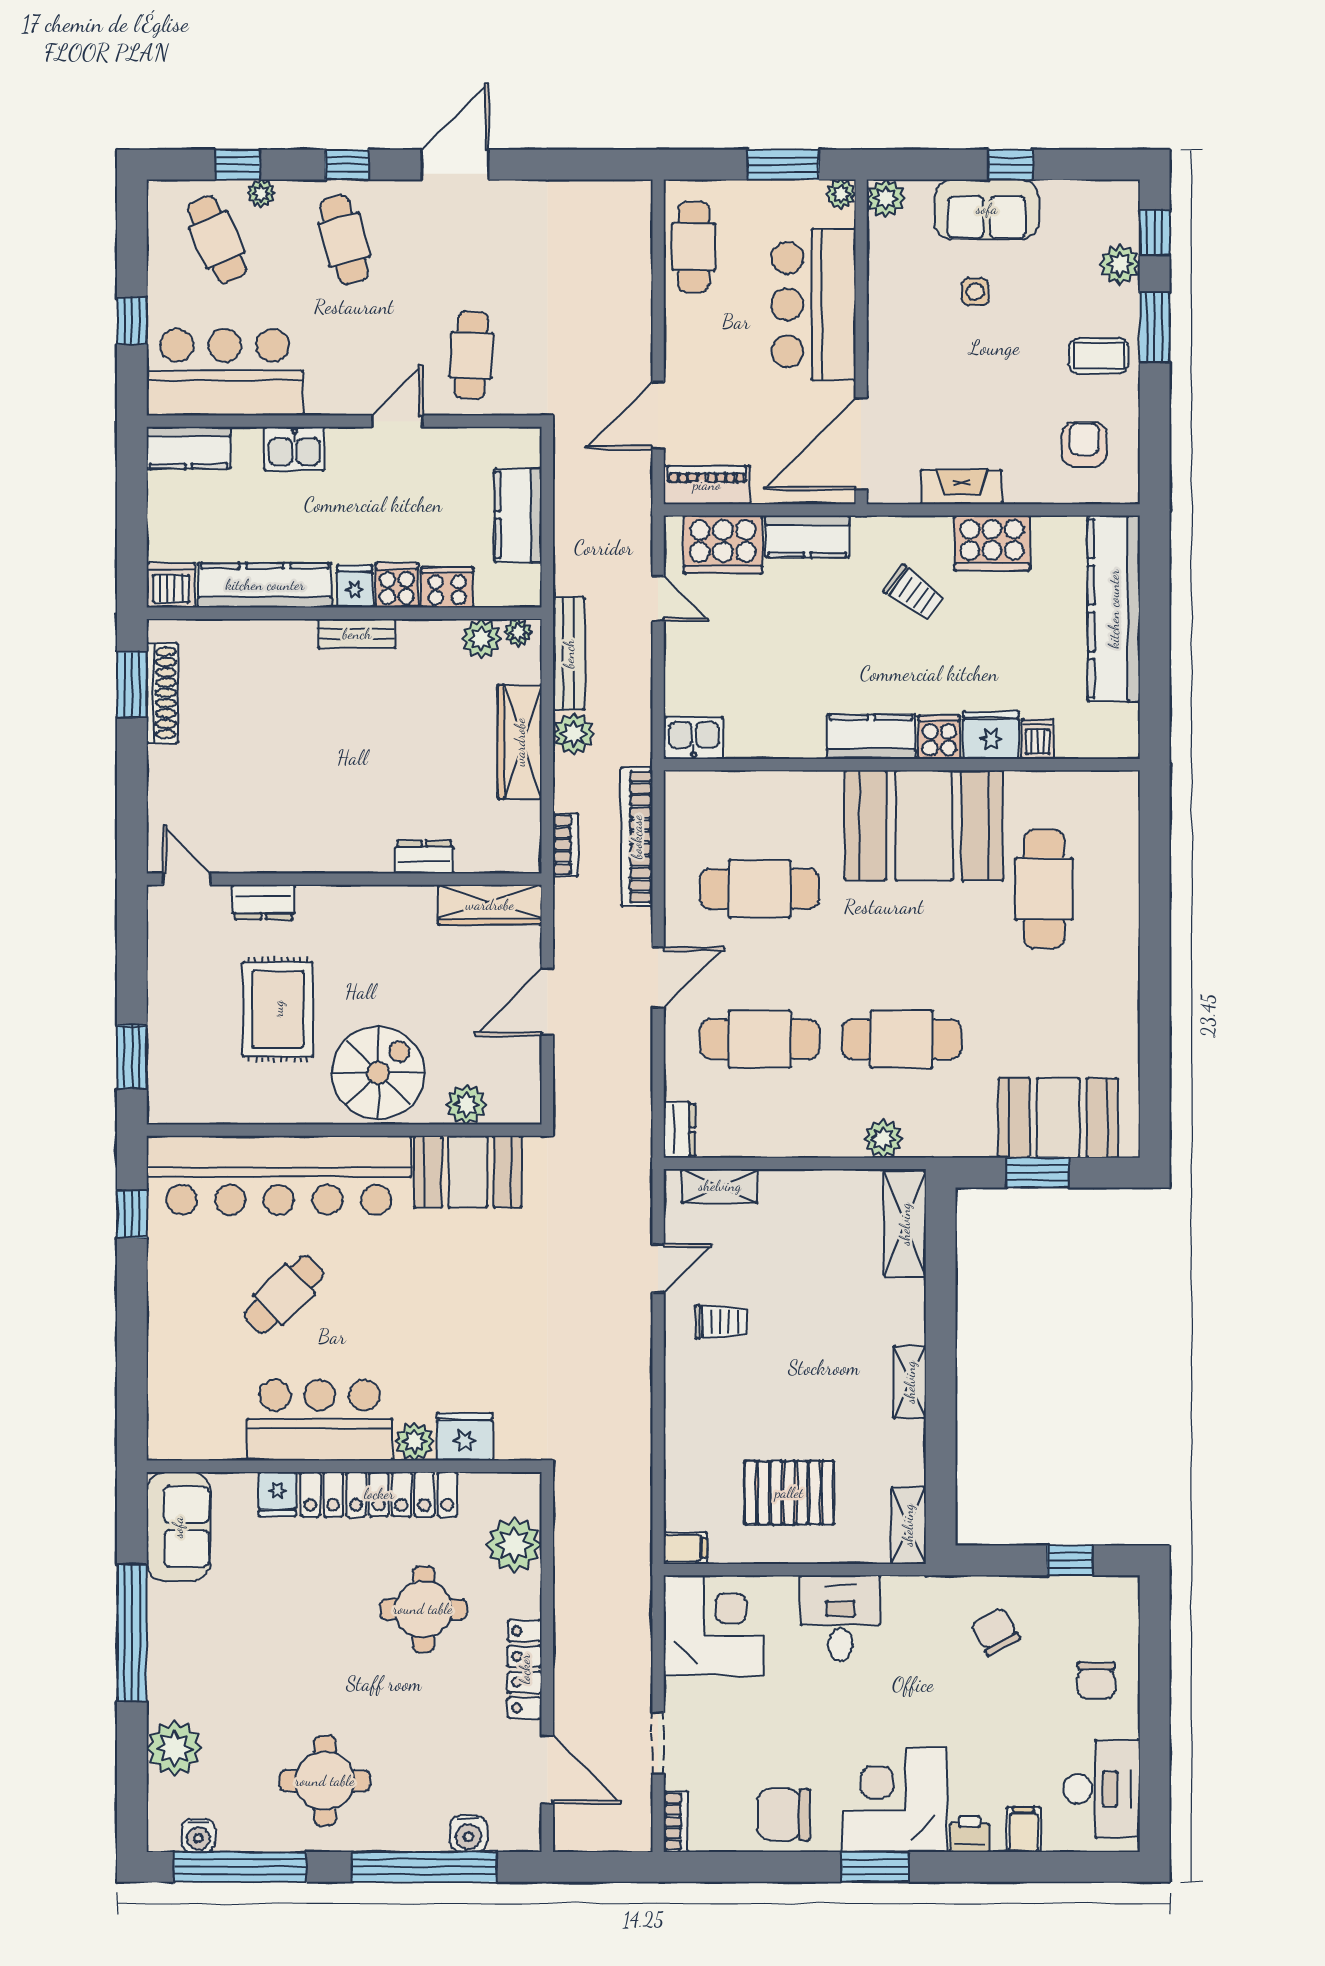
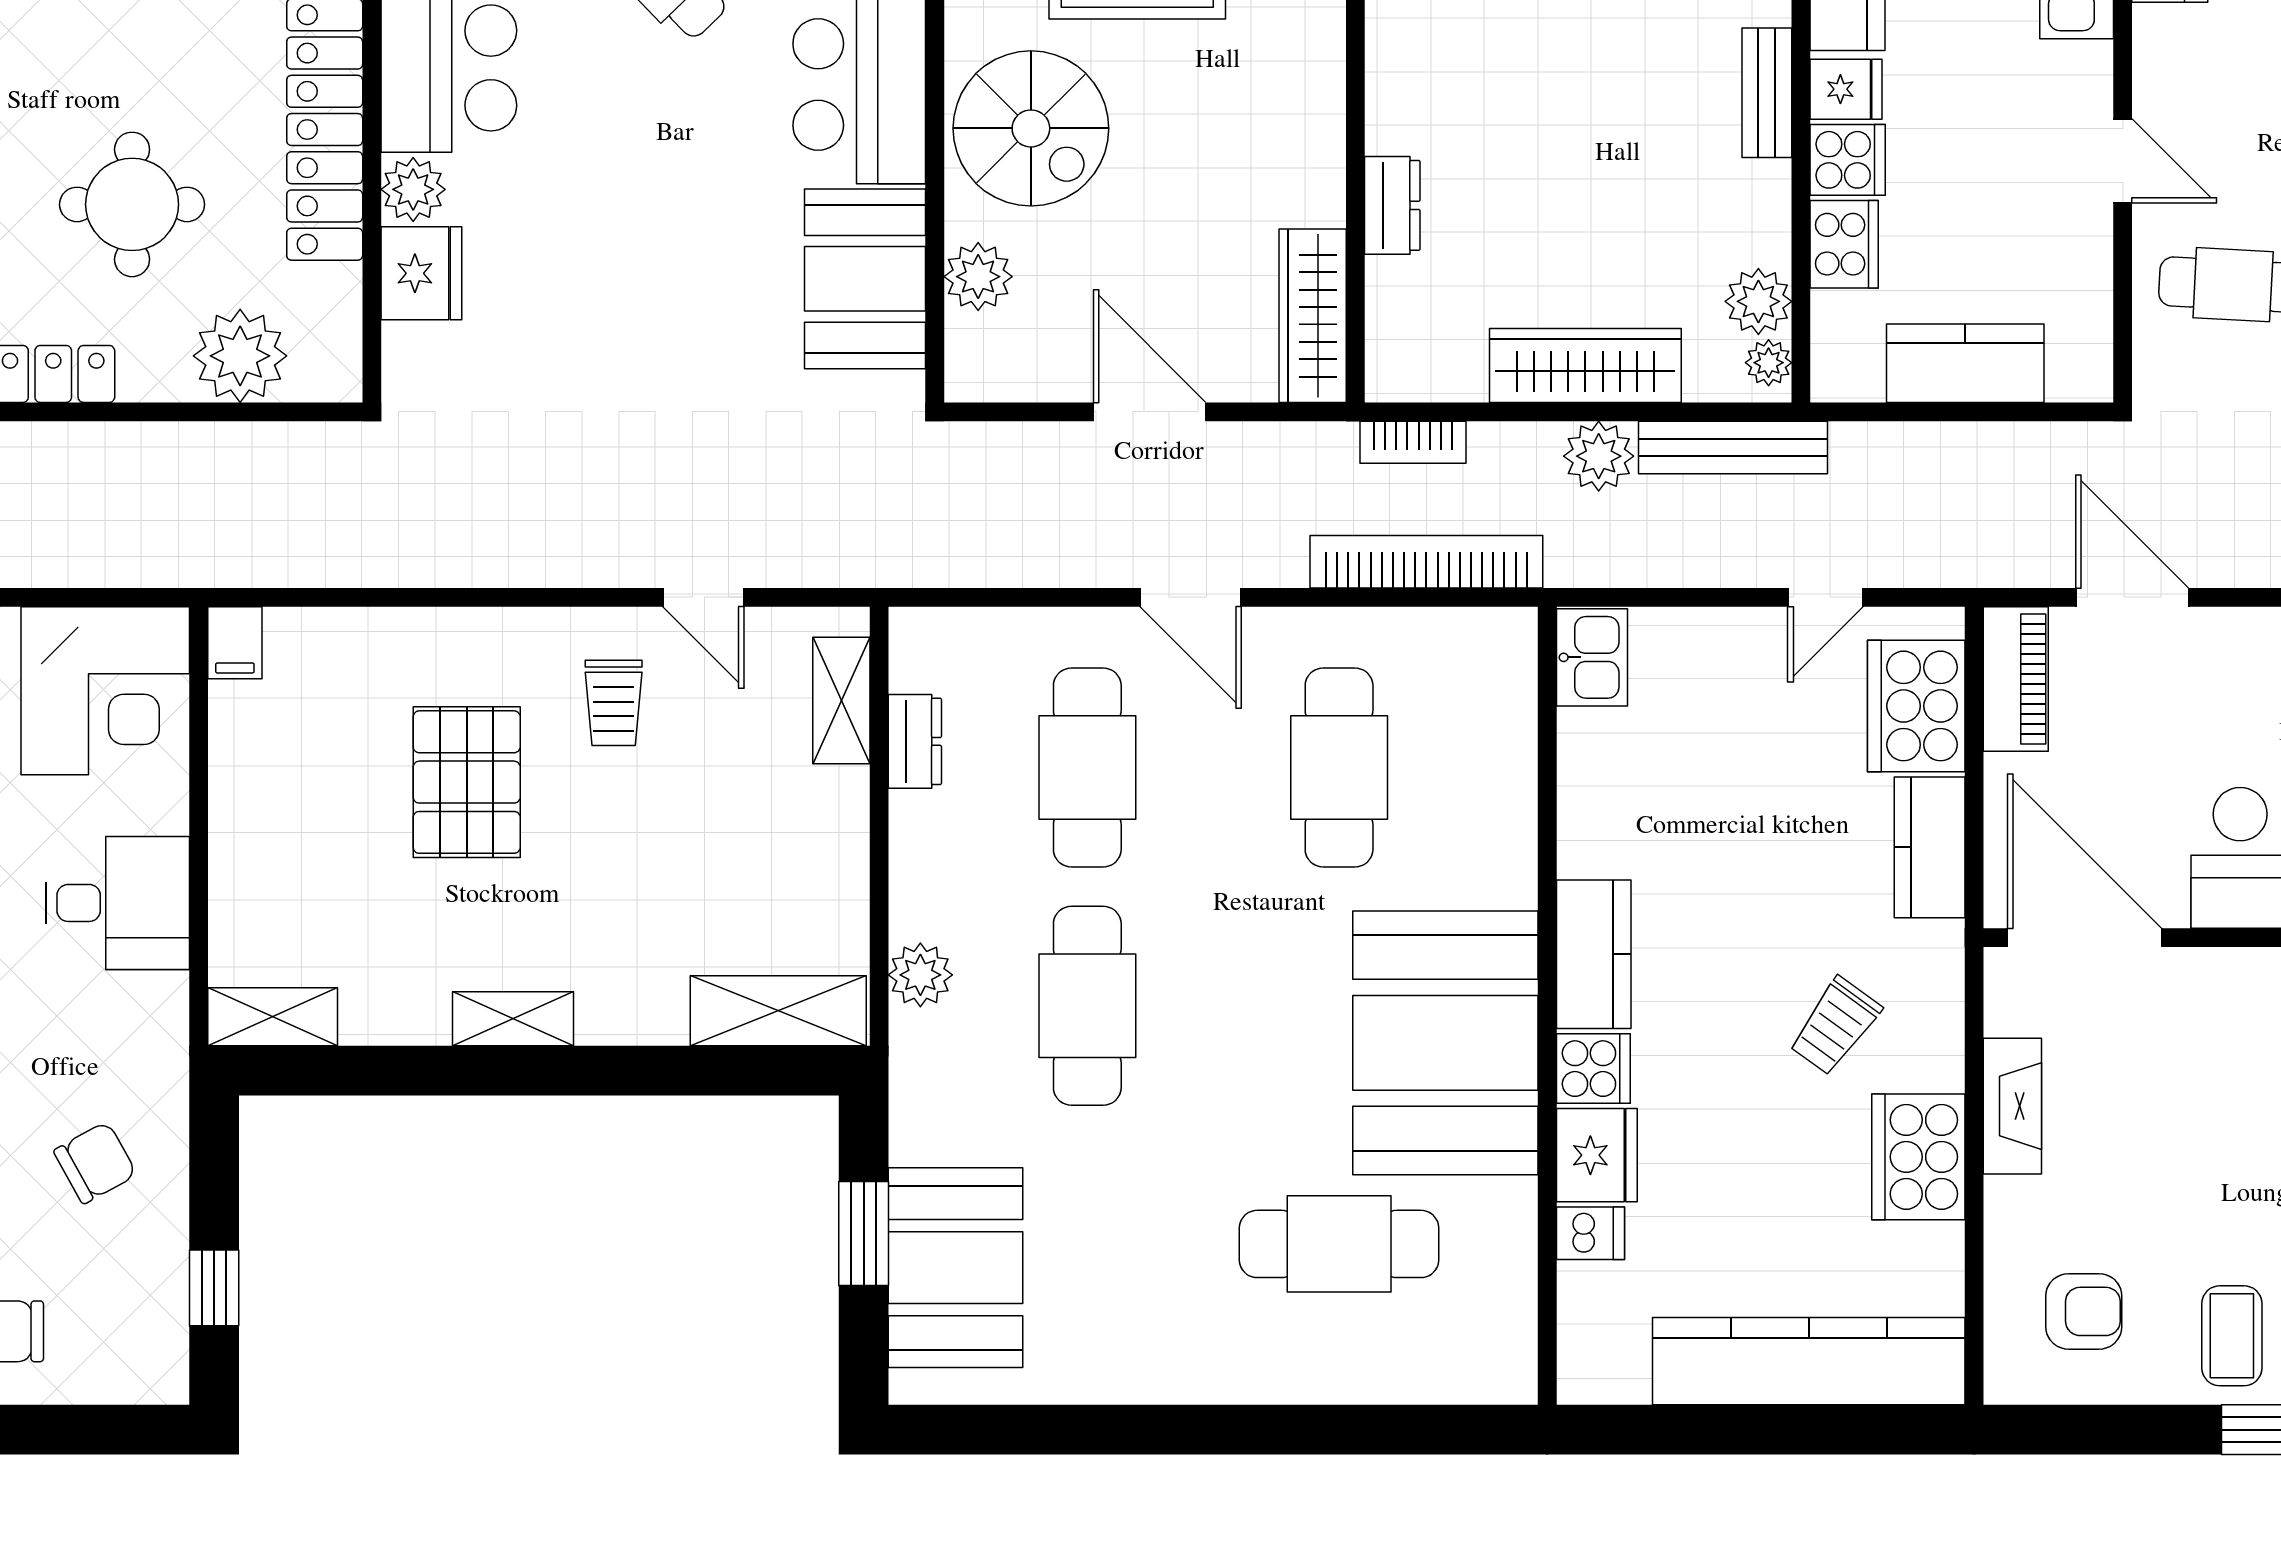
dresser: (679, 1130) -> (915, 741), moved, turned -90
pallet: (789, 1493) -> (467, 782), moved

